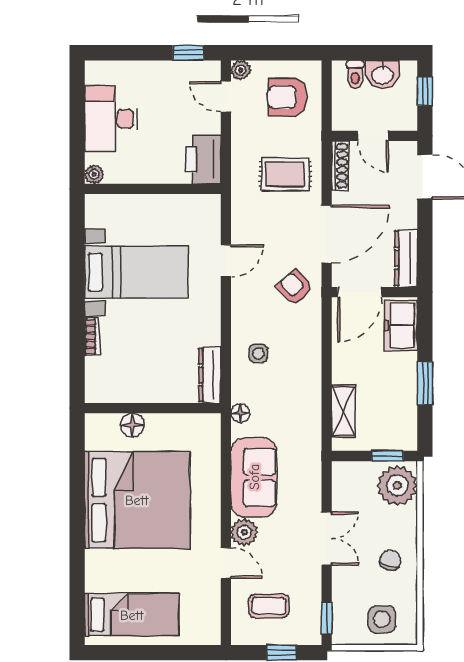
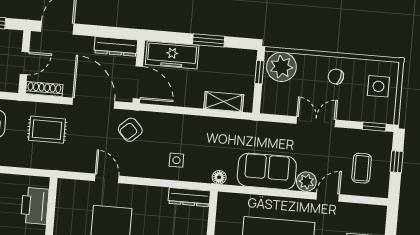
printer: (203, 159) -> (35, 206), moved, turned 90
rug: (285, 174) -> (47, 130), turned 90
freezer: (401, 325) -> (172, 55), width x1.40

